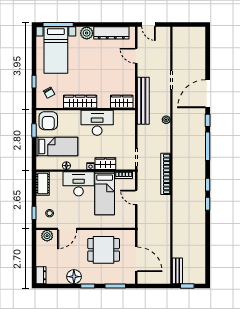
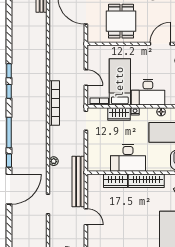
door: (136, 56) -> (86, 217), moved
wardrobe: (122, 102) -> (116, 181), moved
dining table: (104, 250) -> (121, 21), turned 90

